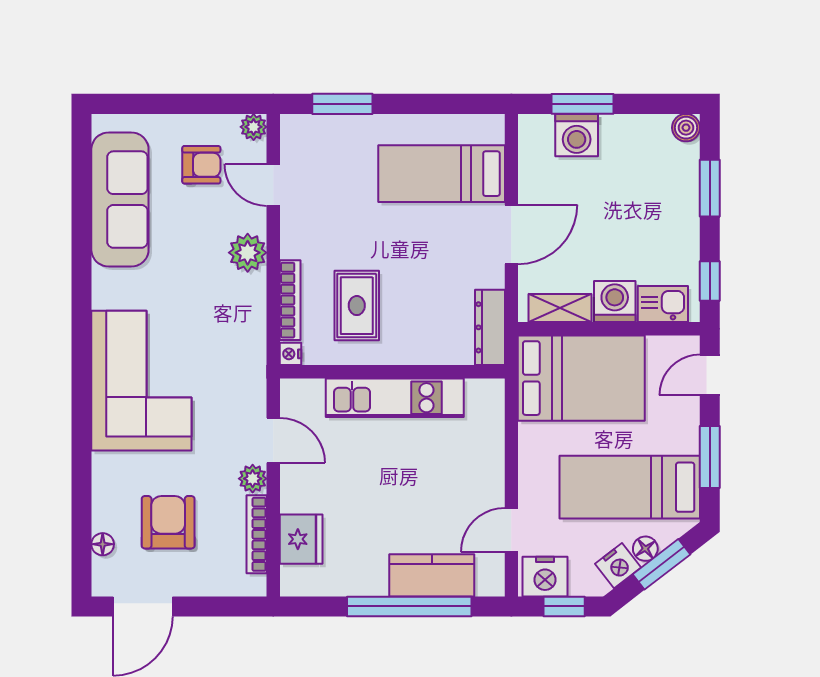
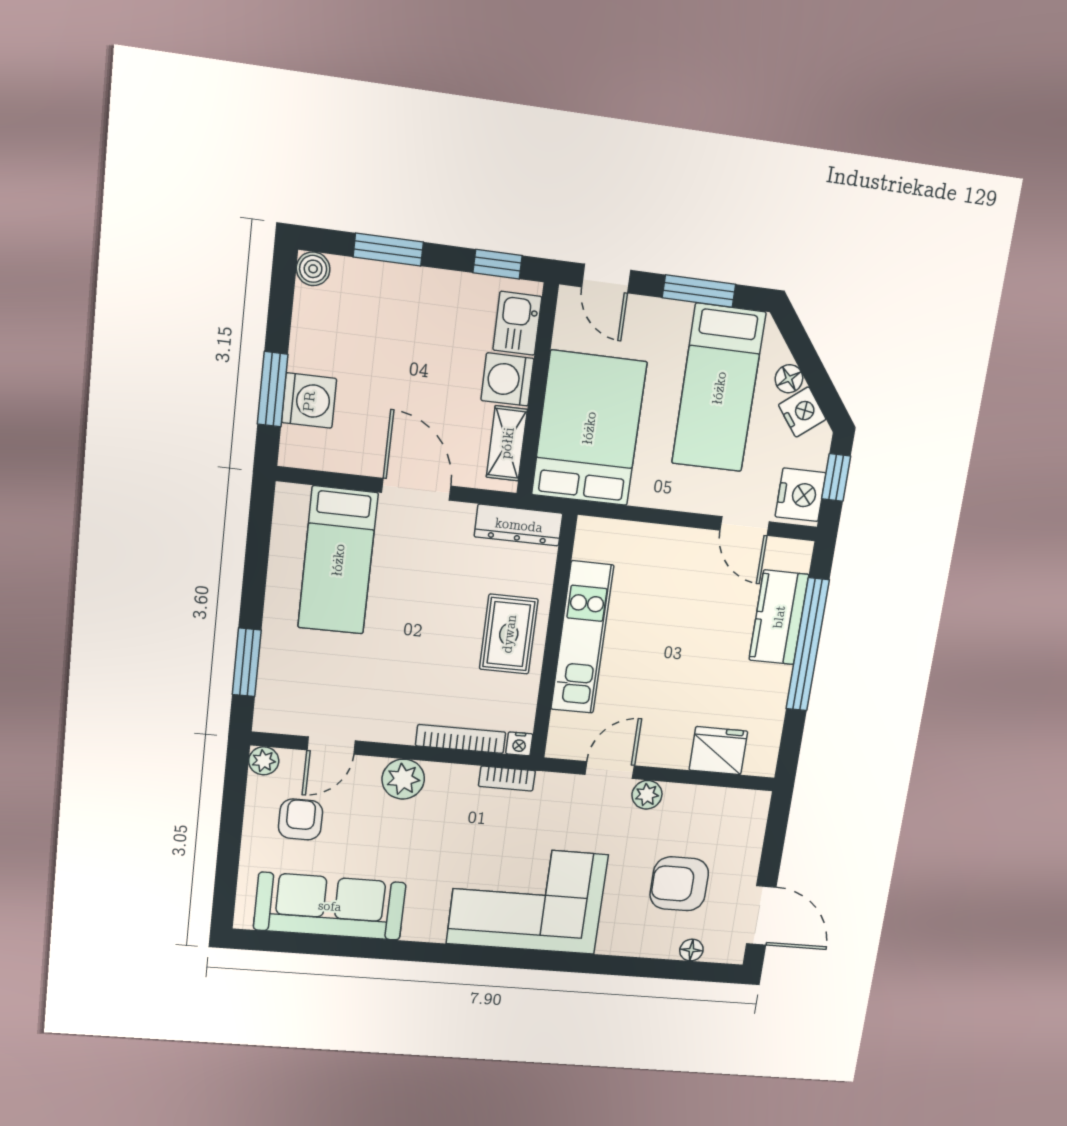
rug: (357, 306) -> (509, 634), moved, turned 90
bookcase: (257, 534) -> (507, 778), moved, width x0.64
window: (661, 564) -> (809, 363), removed

